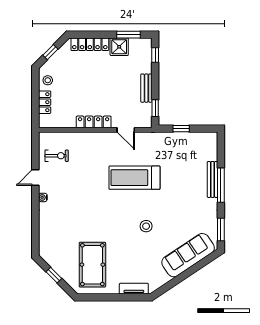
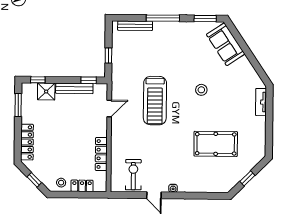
shower: (119, 47) -> (46, 92), moved
bench: (146, 88) -> (74, 88), width x1.36
locker: (94, 122) -> (101, 154), moved
exercise bike: (57, 156) -> (133, 175), width x1.38, depth x1.39
bench: (213, 179) -> (135, 26), moved
sofa: (188, 255) -> (226, 44), width x0.73
pool table: (92, 265) -> (216, 144), moved

